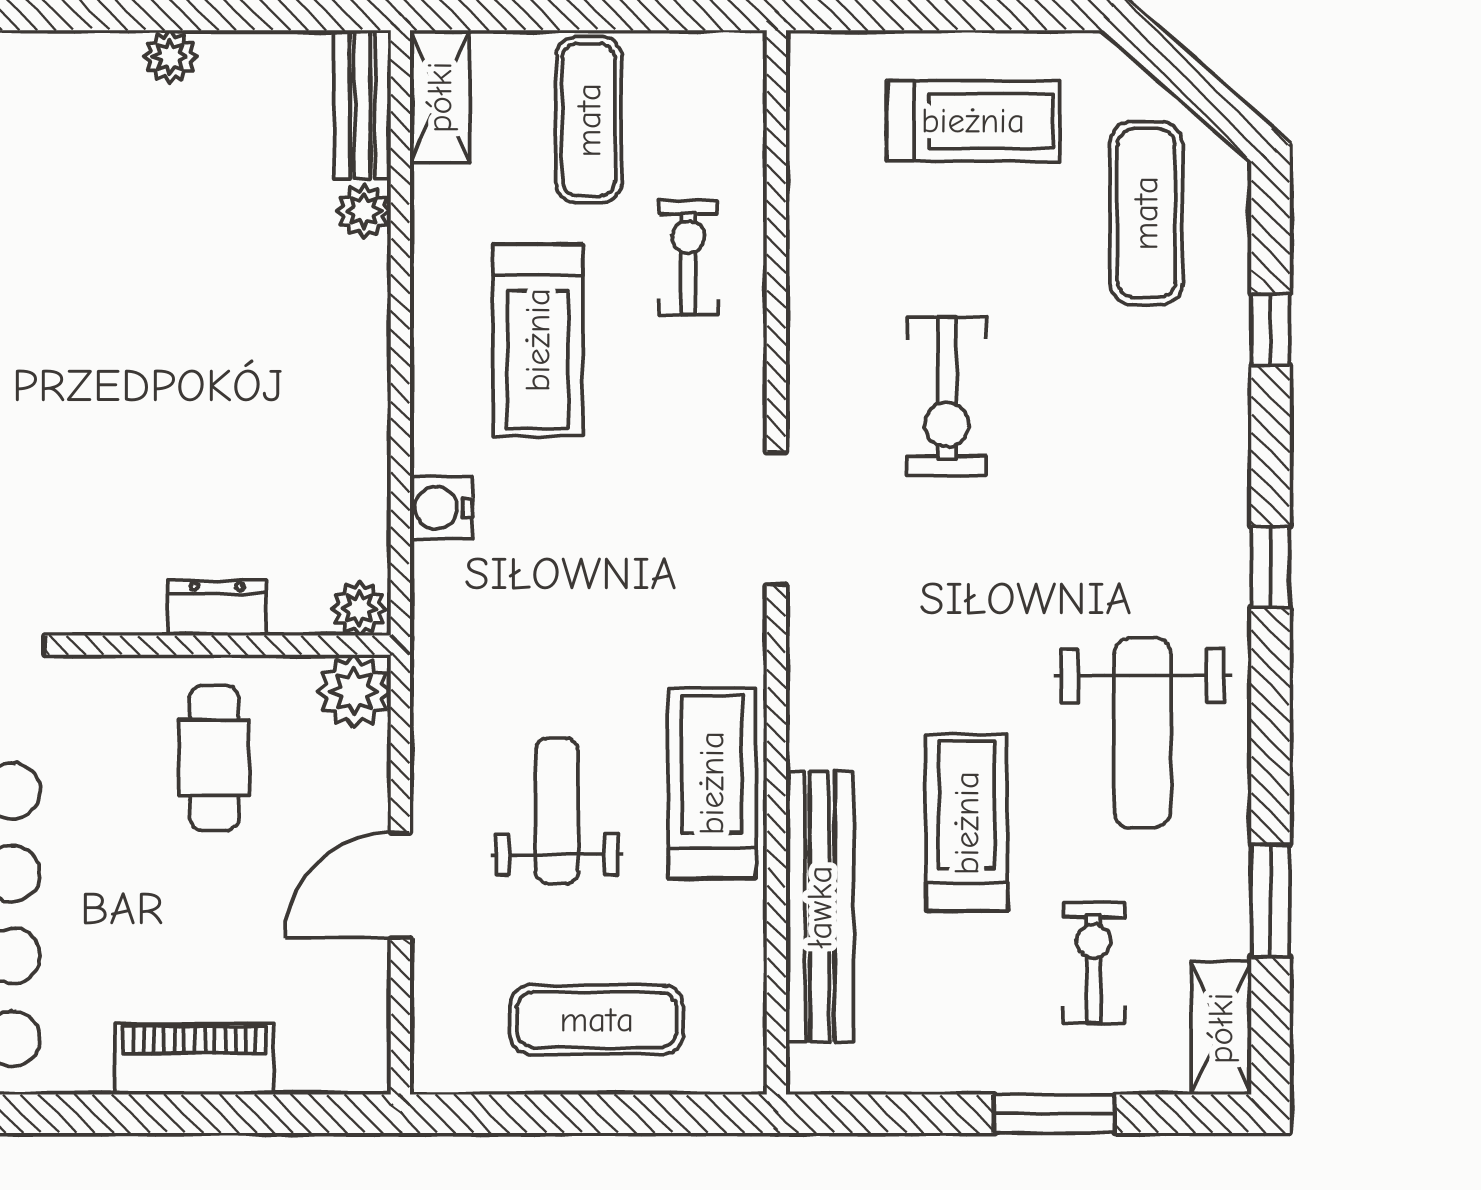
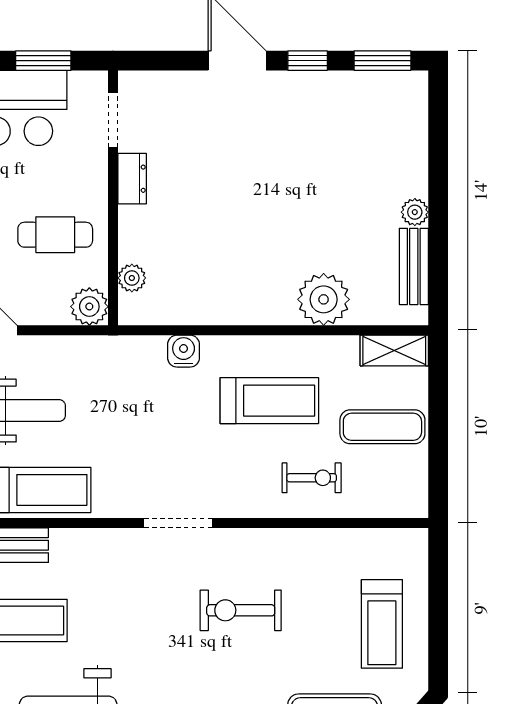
bench: (362, 104) -> (414, 266), moved, turned 90
plant: (364, 211) -> (324, 299), width x1.88, depth x1.88
treadmill: (538, 340) -> (269, 401), turned 180
dresser: (217, 608) -> (132, 179), moved
plant: (359, 608) -> (132, 278), moved

